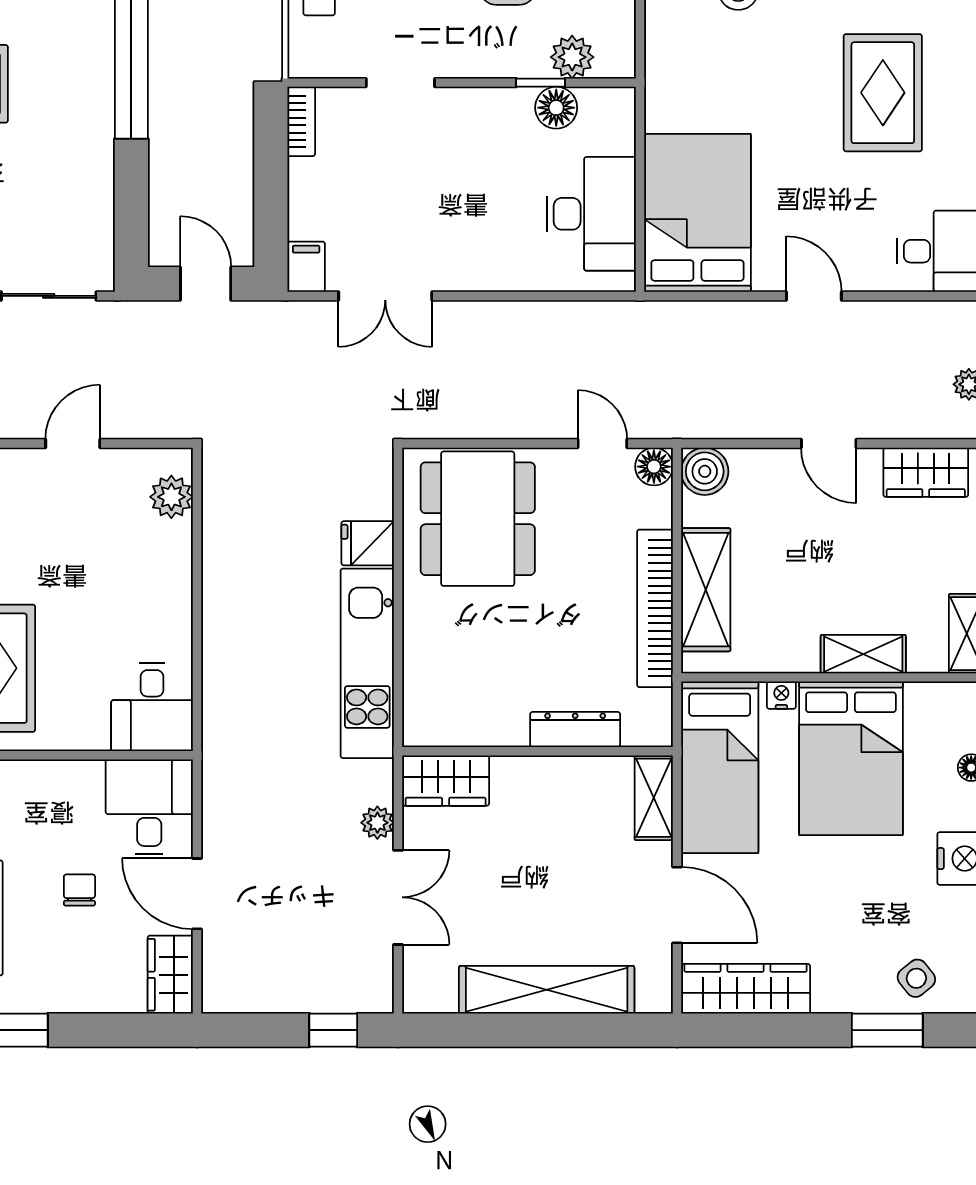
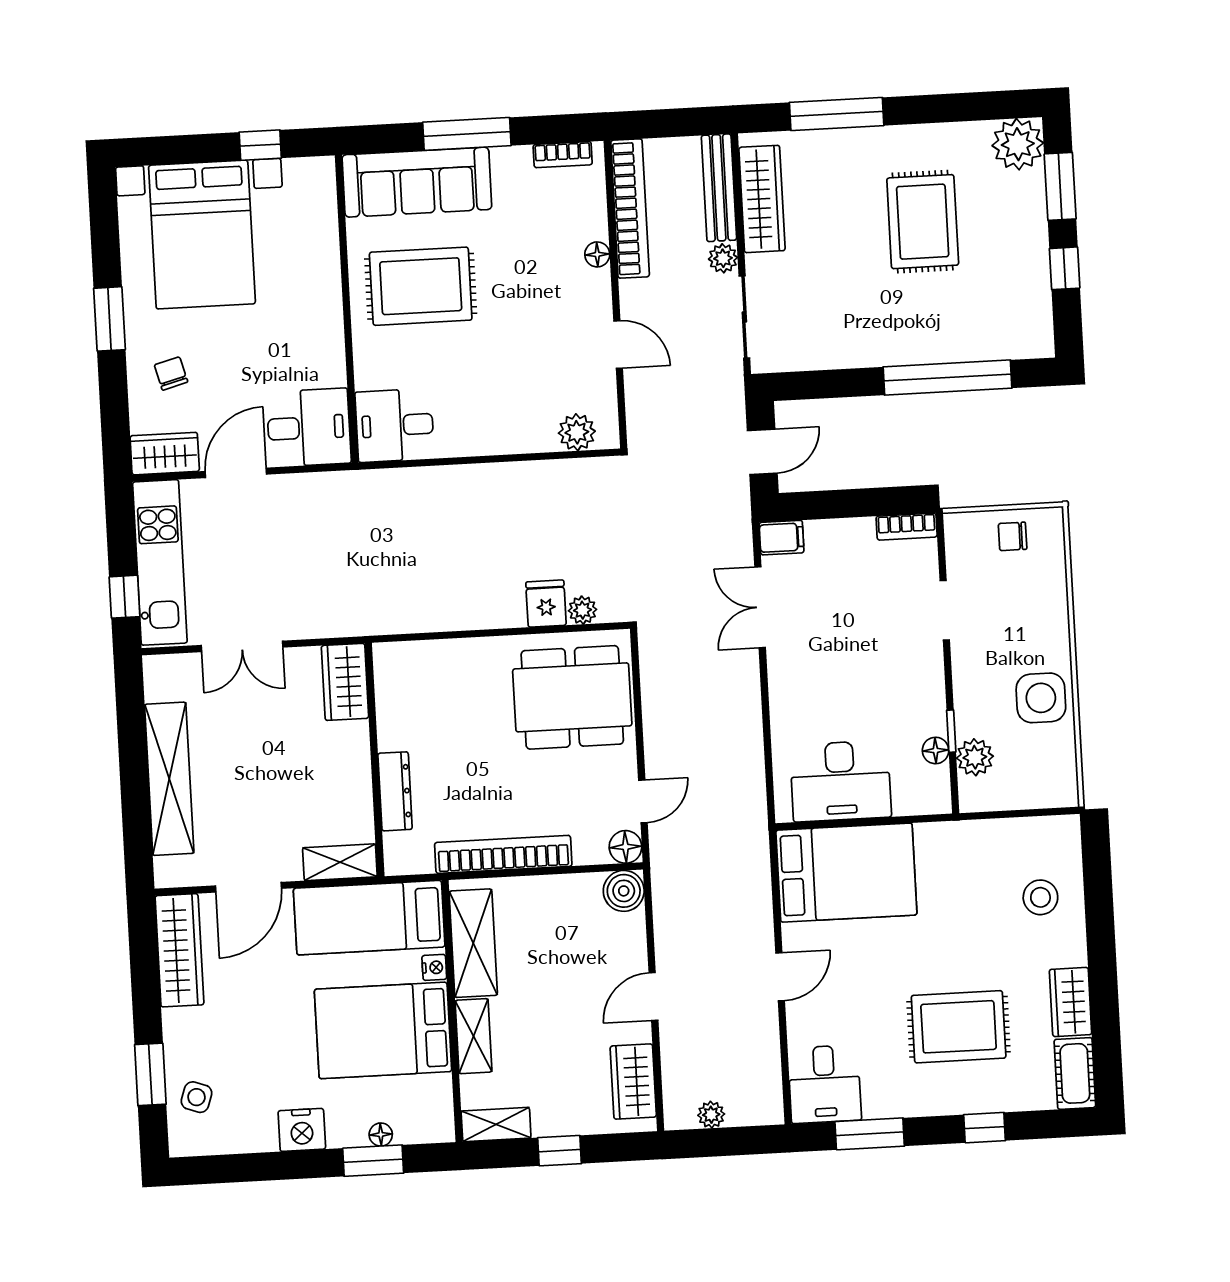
floor lamp: (556, 108) -> (936, 750), width x0.73, depth x0.73
shelving: (706, 590) -> (473, 943), moved, turned 90
kitchen unit: (367, 663) -> (160, 562), moved, turned 90
plant: (377, 823) -> (582, 610), moved
chair: (79, 890) -> (171, 373), moved, turned -105
side table: (916, 978) -> (197, 1097), turned -32

